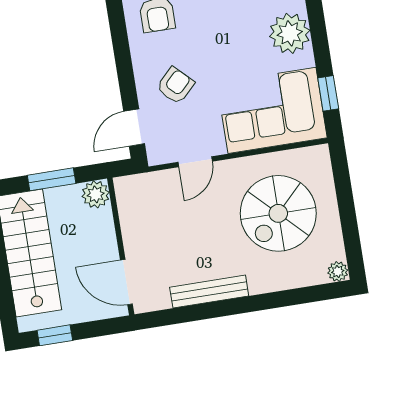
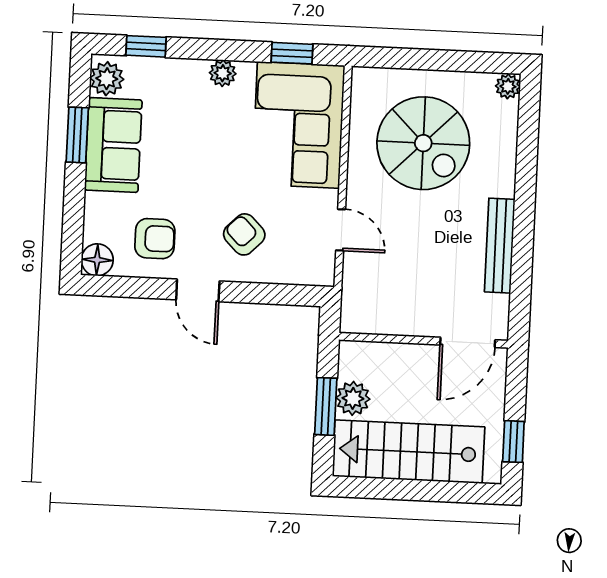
plant: (290, 33) -> (223, 73), width x0.53, depth x0.53
door: (134, 128) -> (198, 290), moved
plant: (96, 194) -> (353, 398), moved

